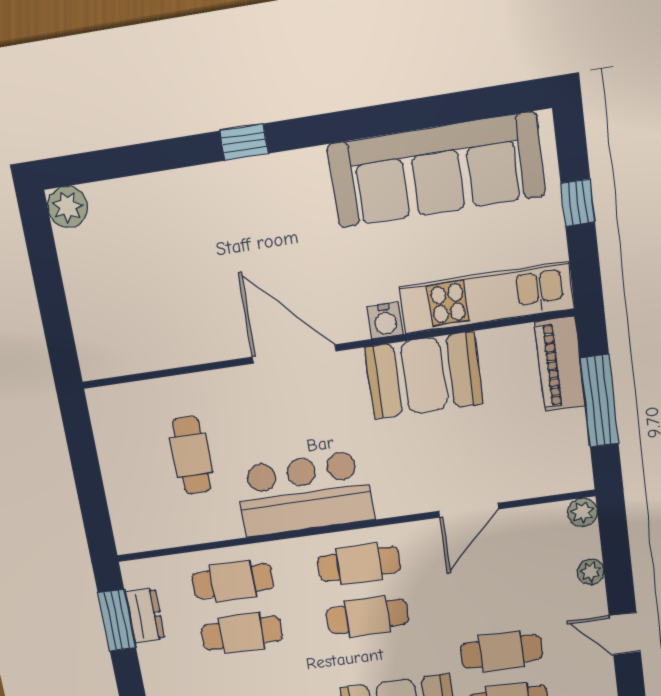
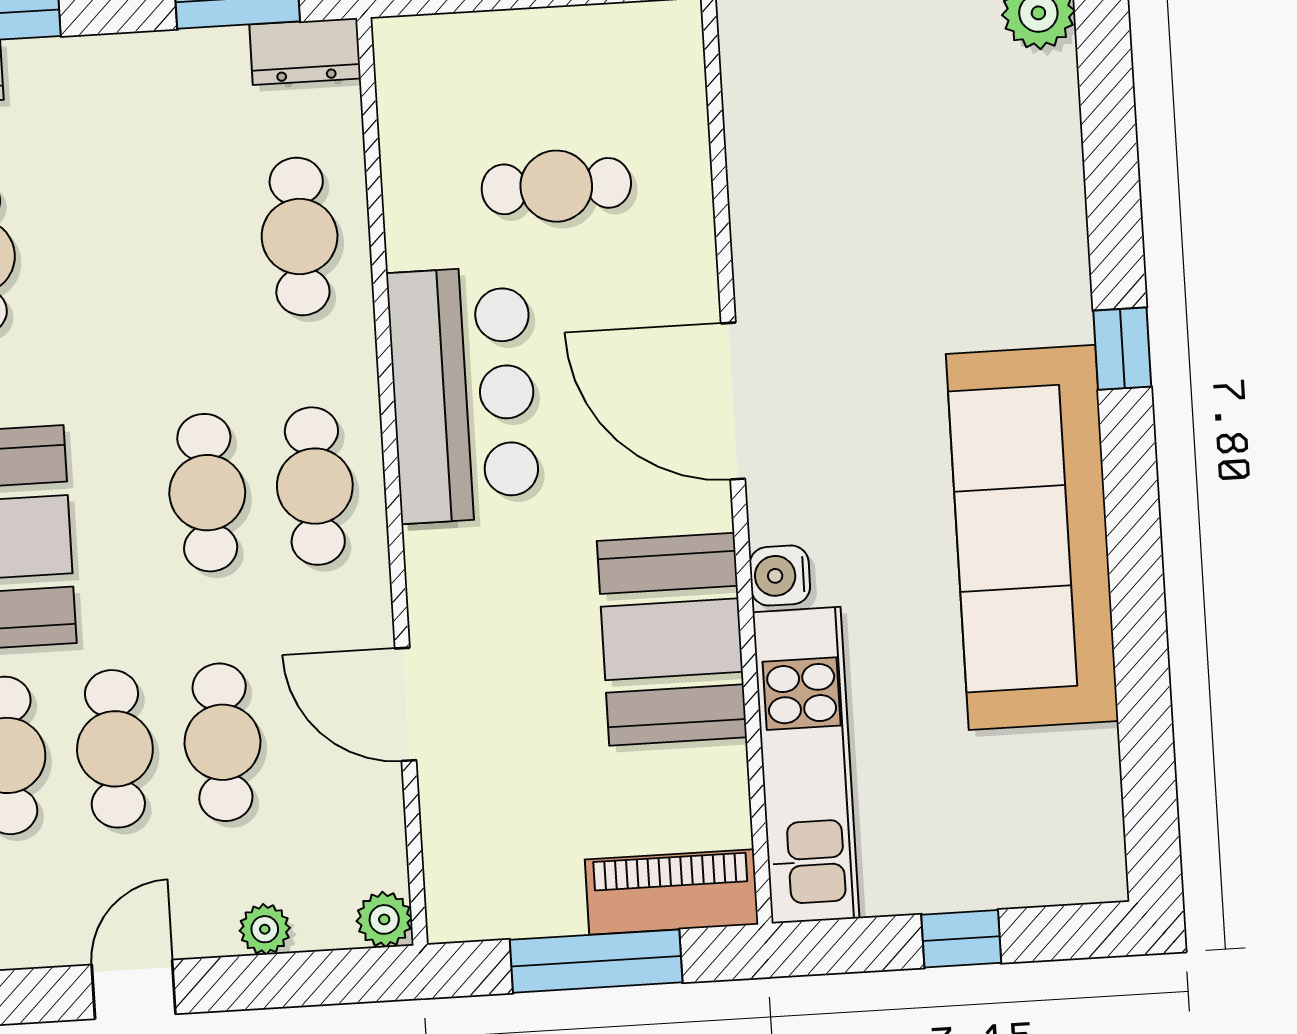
sofa: (436, 170) -> (1032, 537), moved
door: (294, 354) -> (733, 401), swing flipped
dresser: (145, 616) -> (305, 52), moved
cafe table: (242, 633) -> (223, 742), moved

